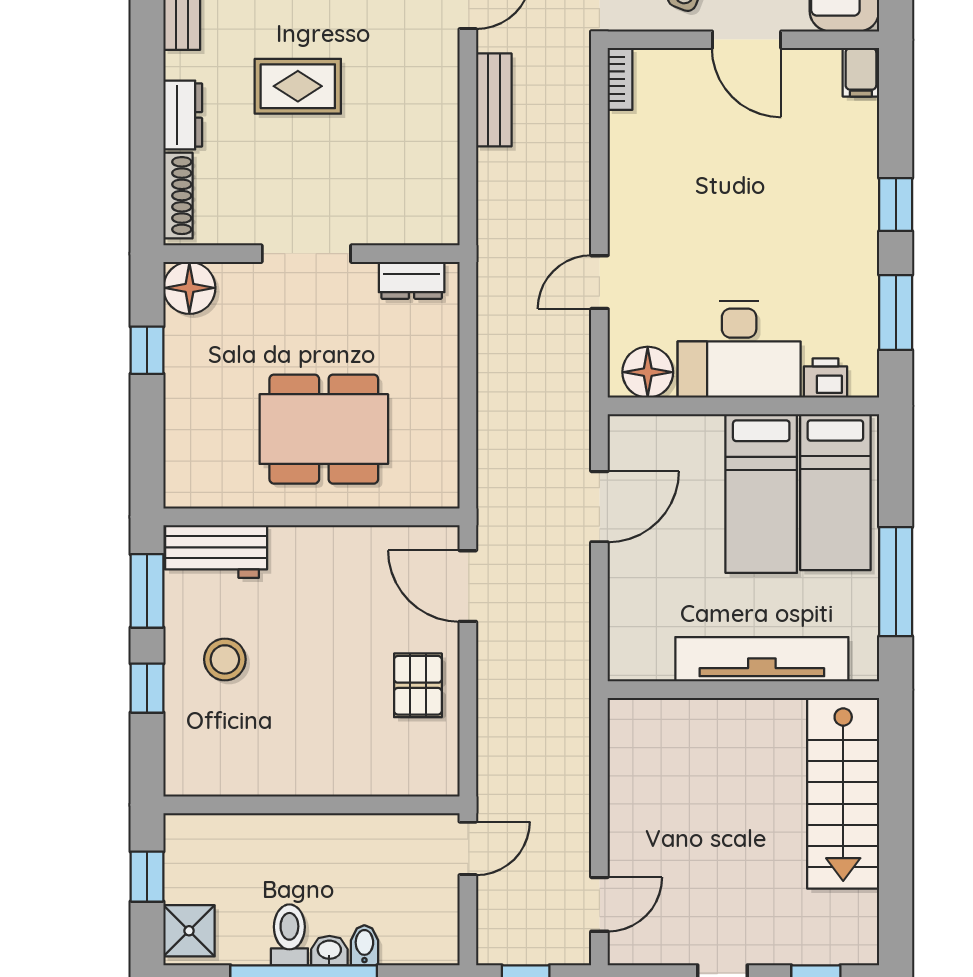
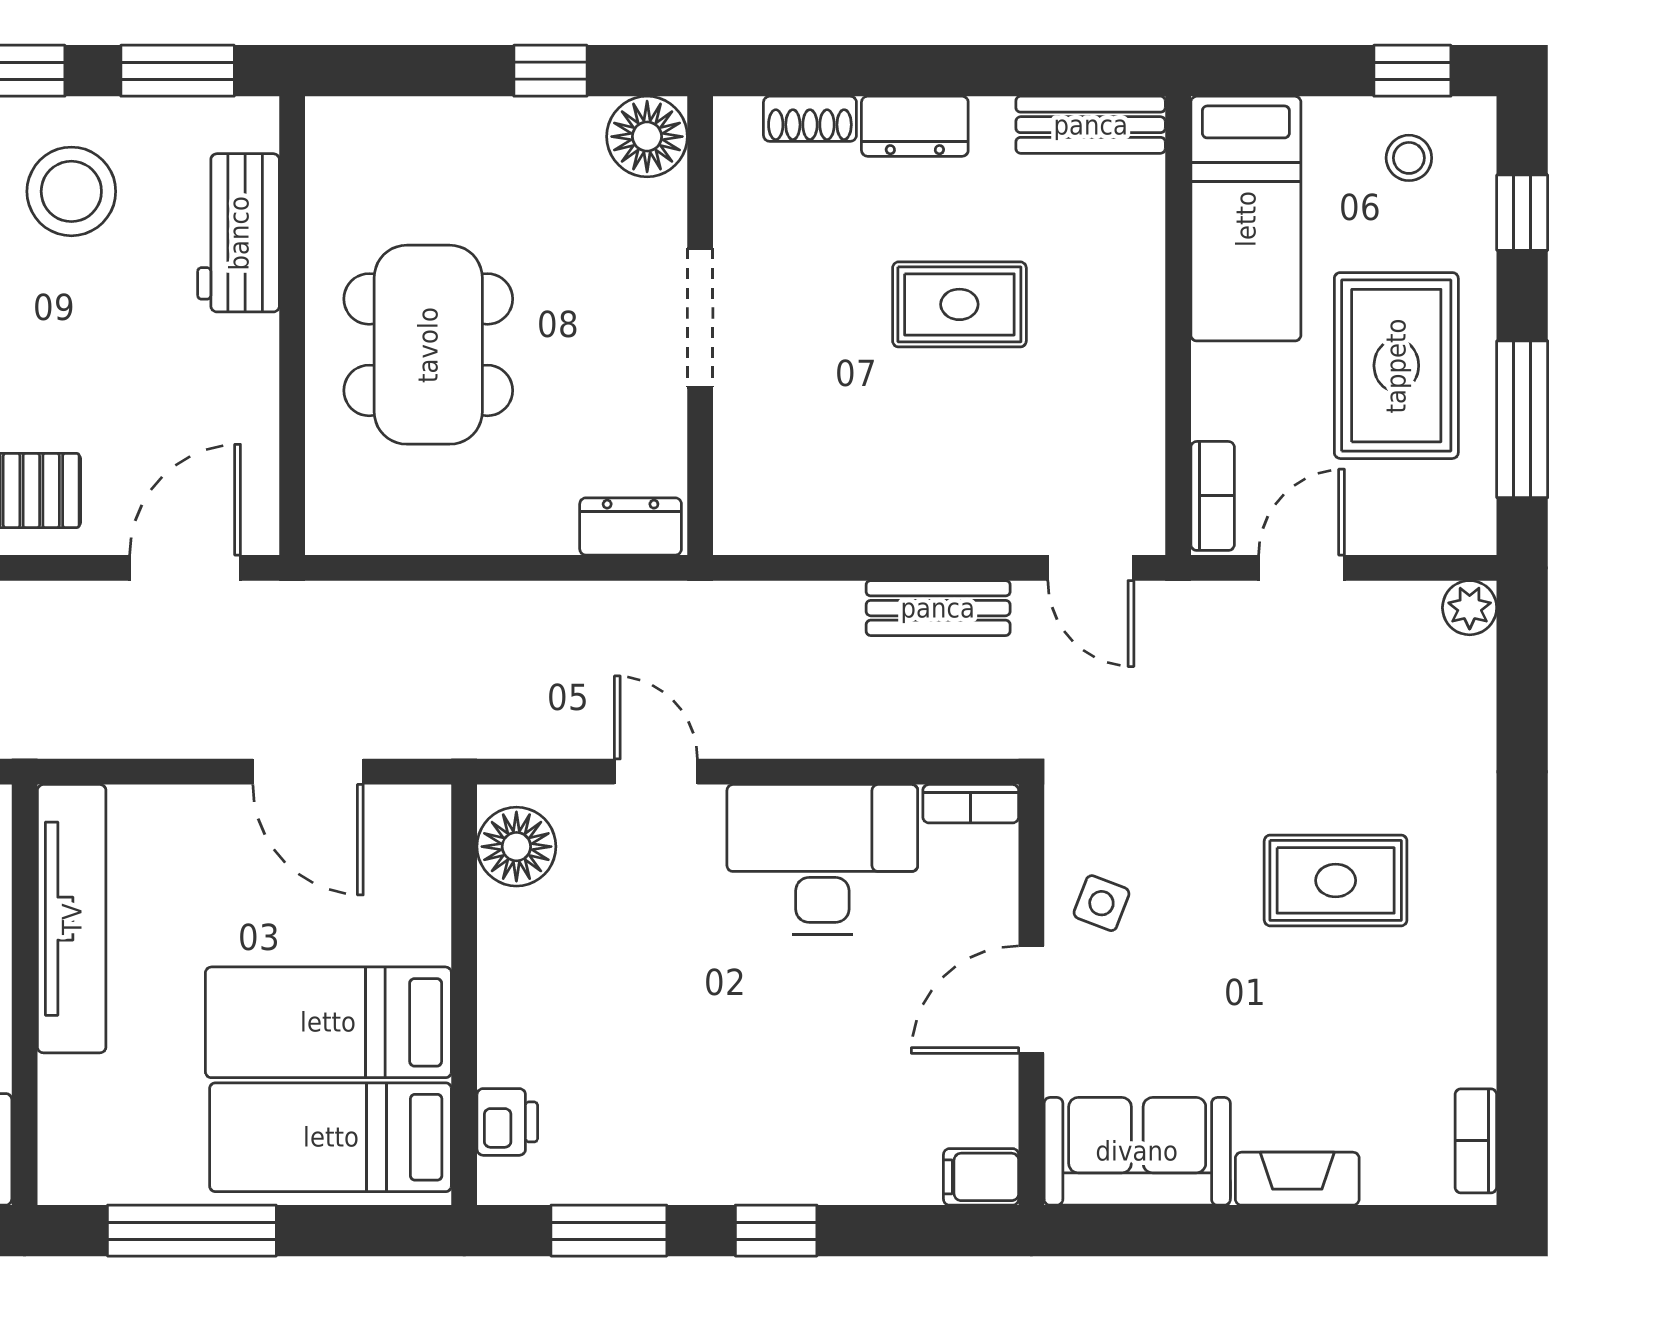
rug: (298, 86) -> (959, 304), turned 90
shoe rack: (178, 196) -> (810, 119), width x0.70
dresser: (412, 280) -> (631, 526), moved, turned 90
desk: (739, 349) -> (822, 859), moved, turned 90
workbench: (216, 551) -> (239, 233), moved
stool: (225, 659) -> (71, 191), width x1.38, depth x1.38
tv unit: (762, 659) -> (72, 919), moved

